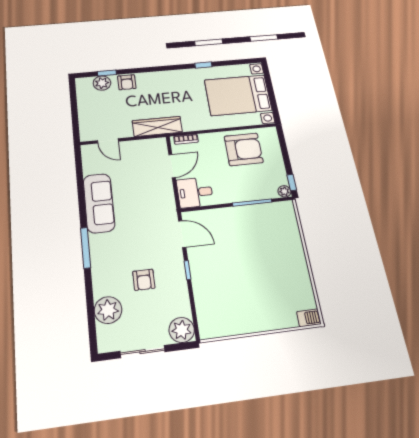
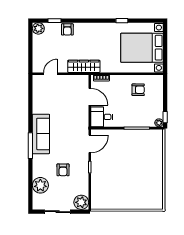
plant: (102, 83) -> (38, 28), moved
door: (108, 141) -> (51, 74), swing flipped
armchair: (244, 149) -> (138, 90), width x0.53, depth x0.53
door: (172, 166) -> (90, 97), hinge flipped
sofa: (99, 203) -> (41, 134), moved
door: (182, 234) -> (90, 144), hinge flipped
barbecue: (309, 318) -> (157, 205), removed

